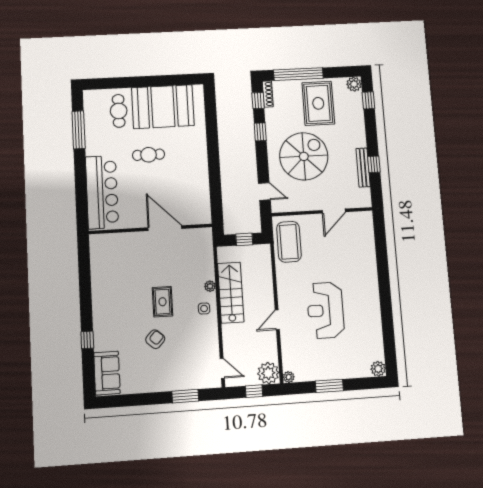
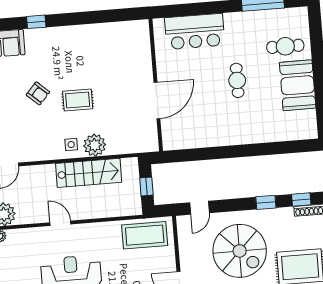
booth: (163, 107) -> (298, 85), width x0.73, depth x0.70
bar counter: (102, 192) -> (195, 31), width x0.73
plant: (210, 286) -> (95, 145), width x1.87, depth x1.87

